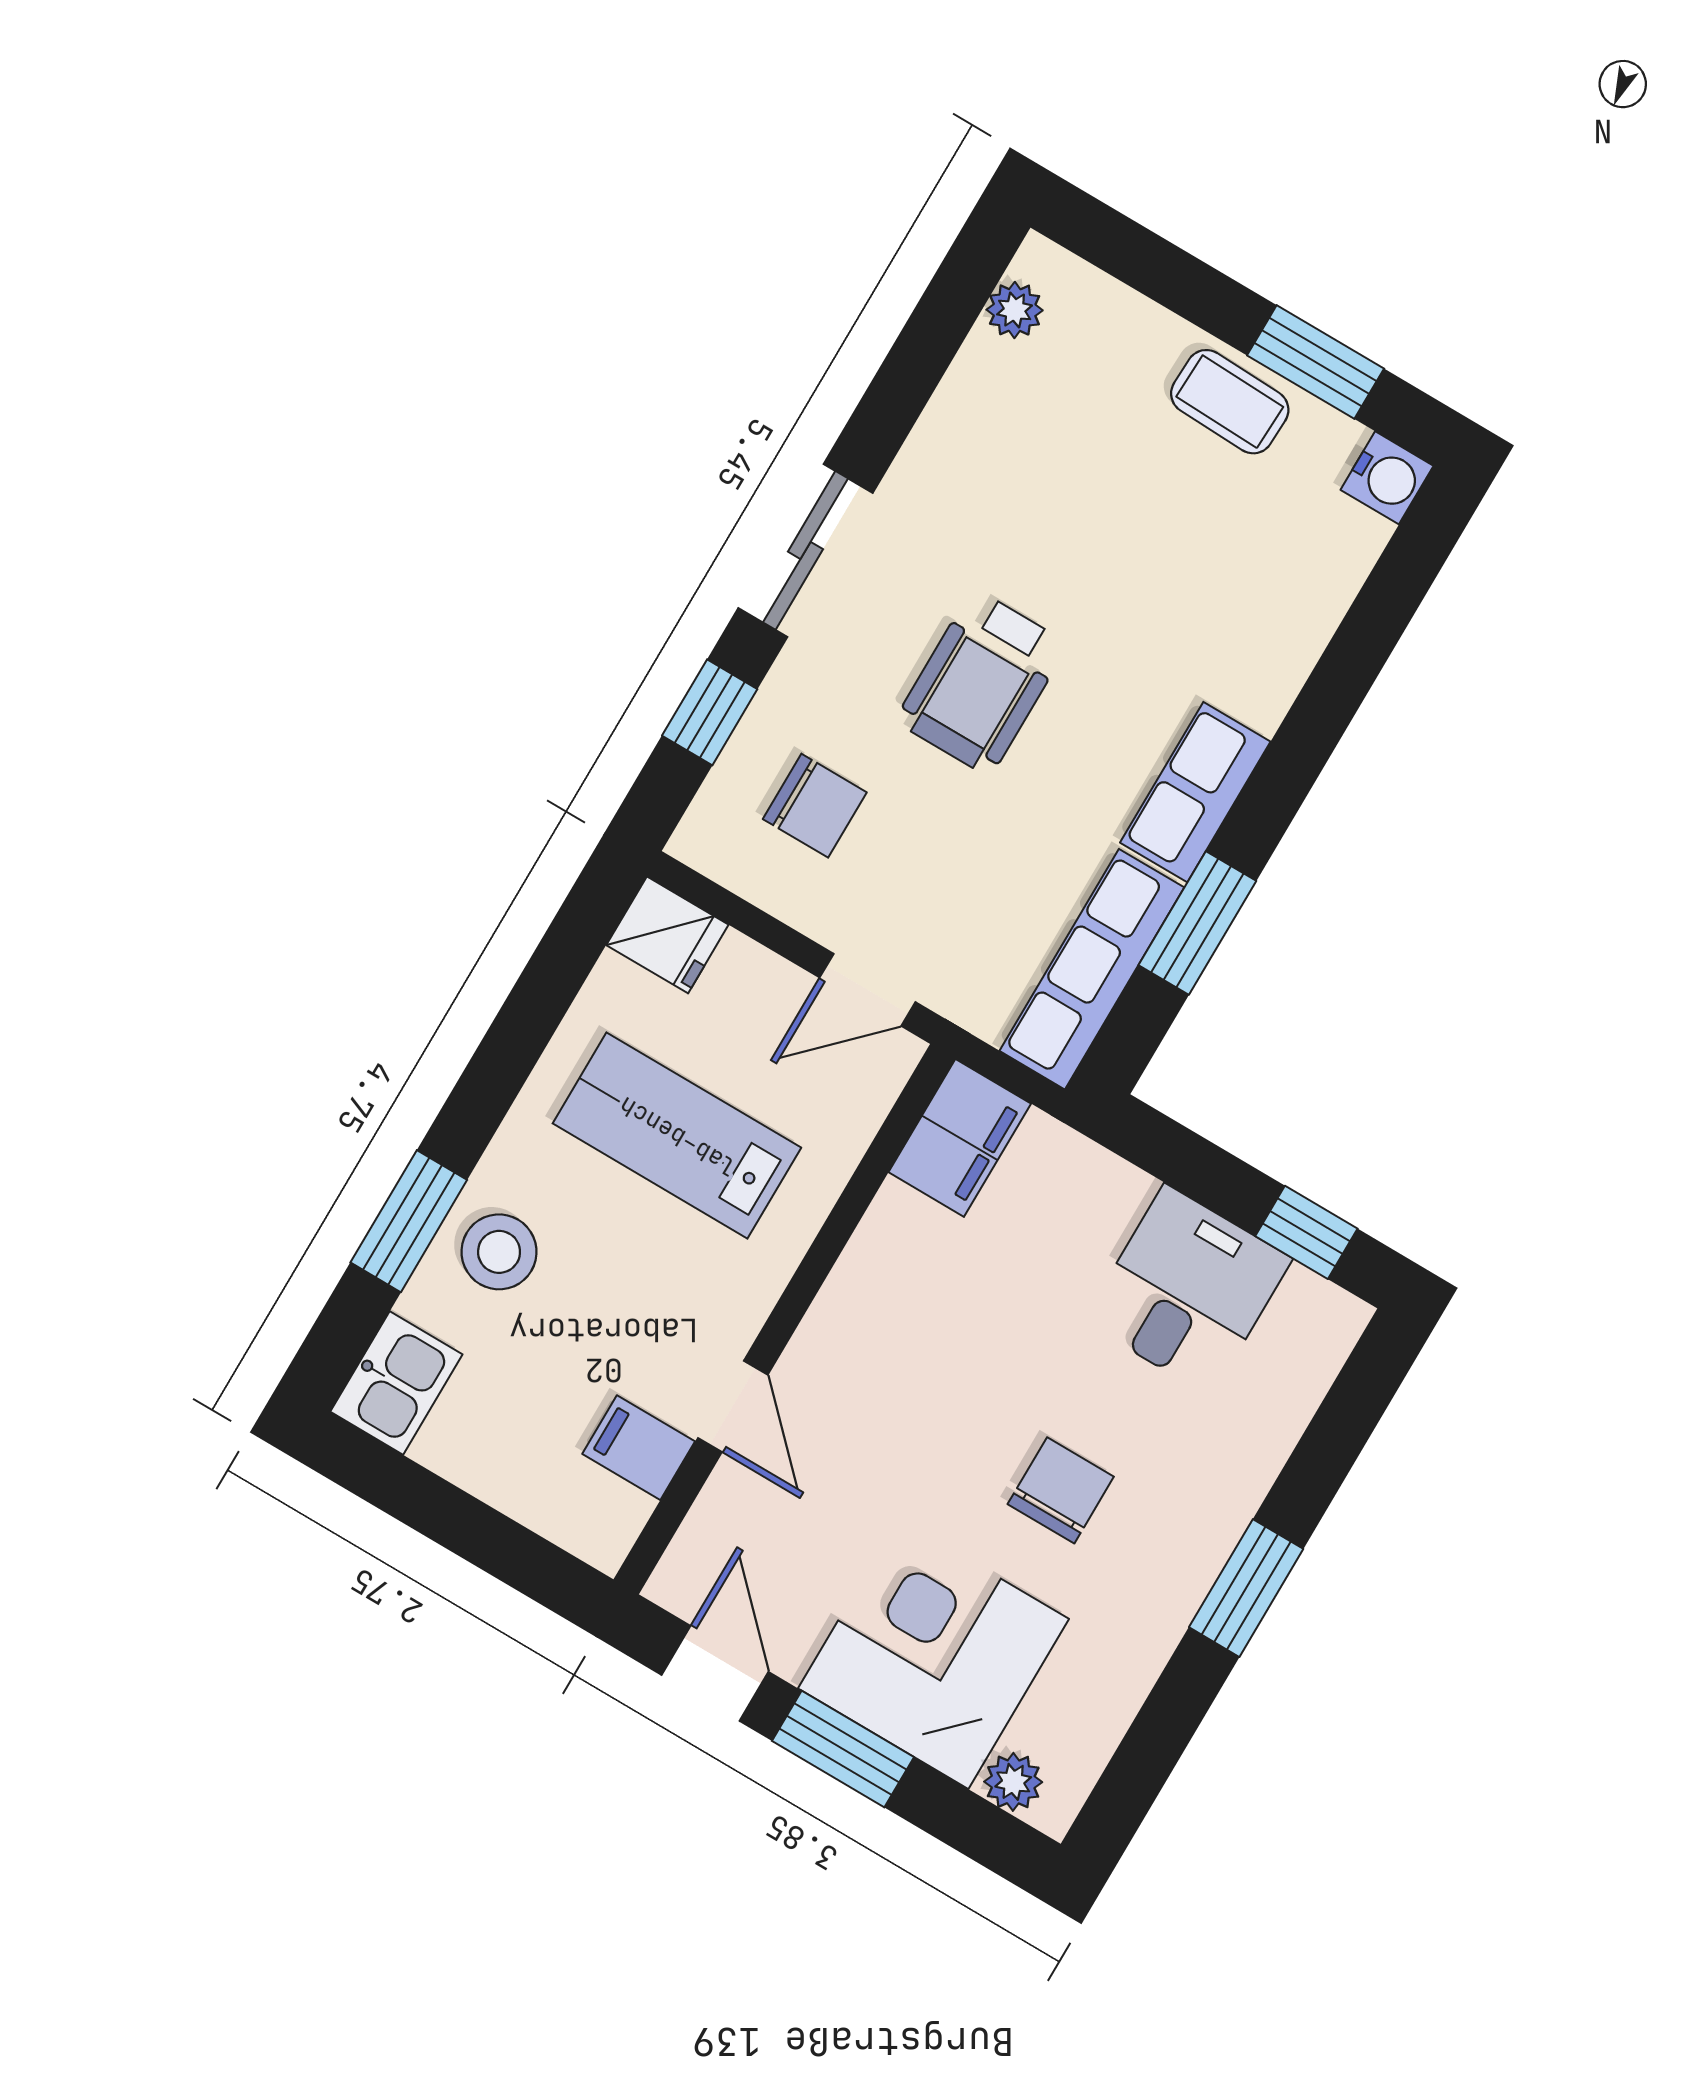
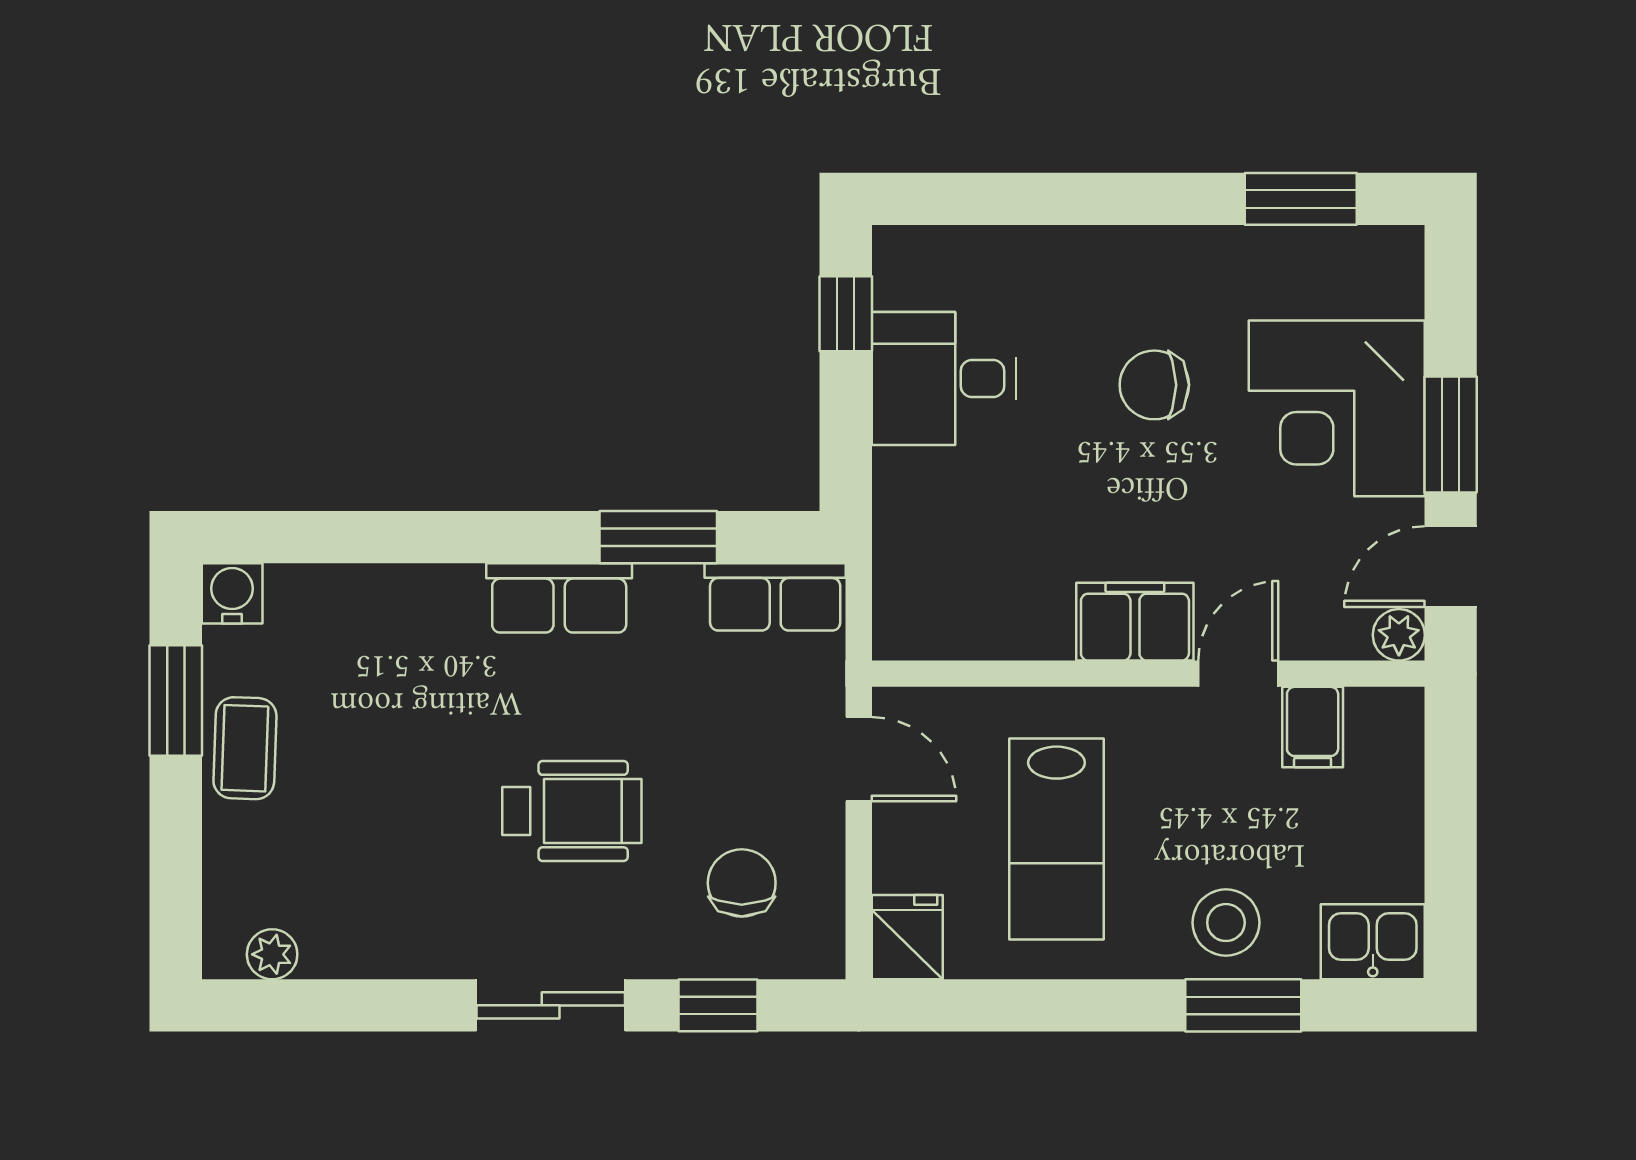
row of seats: (1092, 969) -> (775, 597), width x0.68
filing cabinet: (960, 1138) -> (1135, 622), moved
window: (1246, 1588) -> (1301, 199), moved
plant: (1013, 1782) -> (1399, 635), moved

